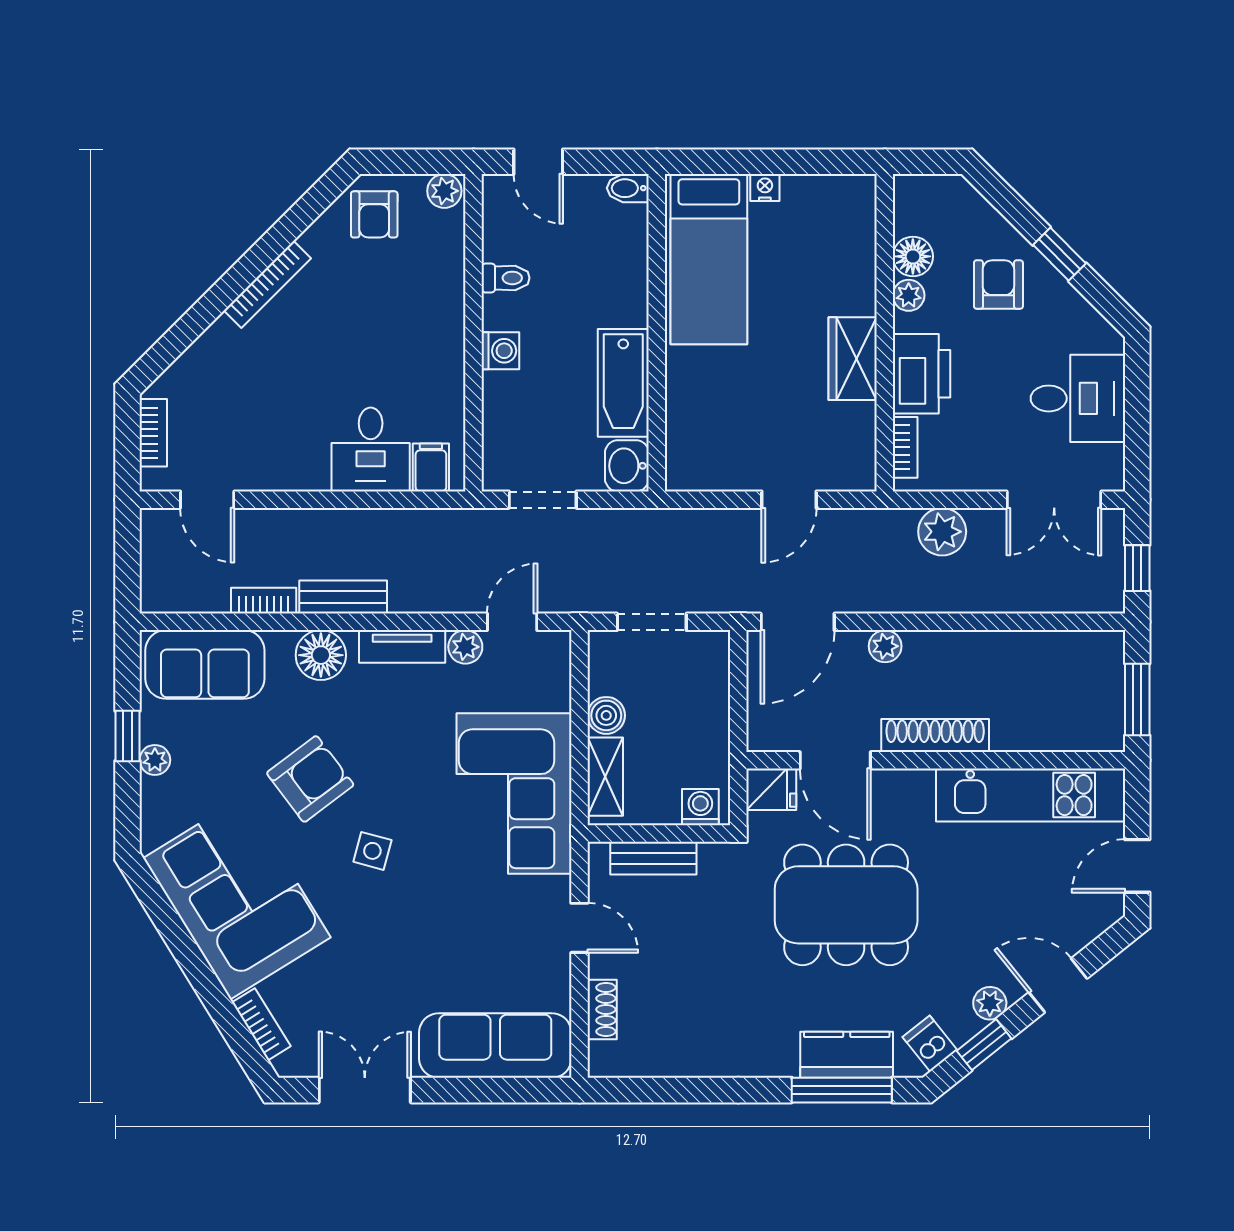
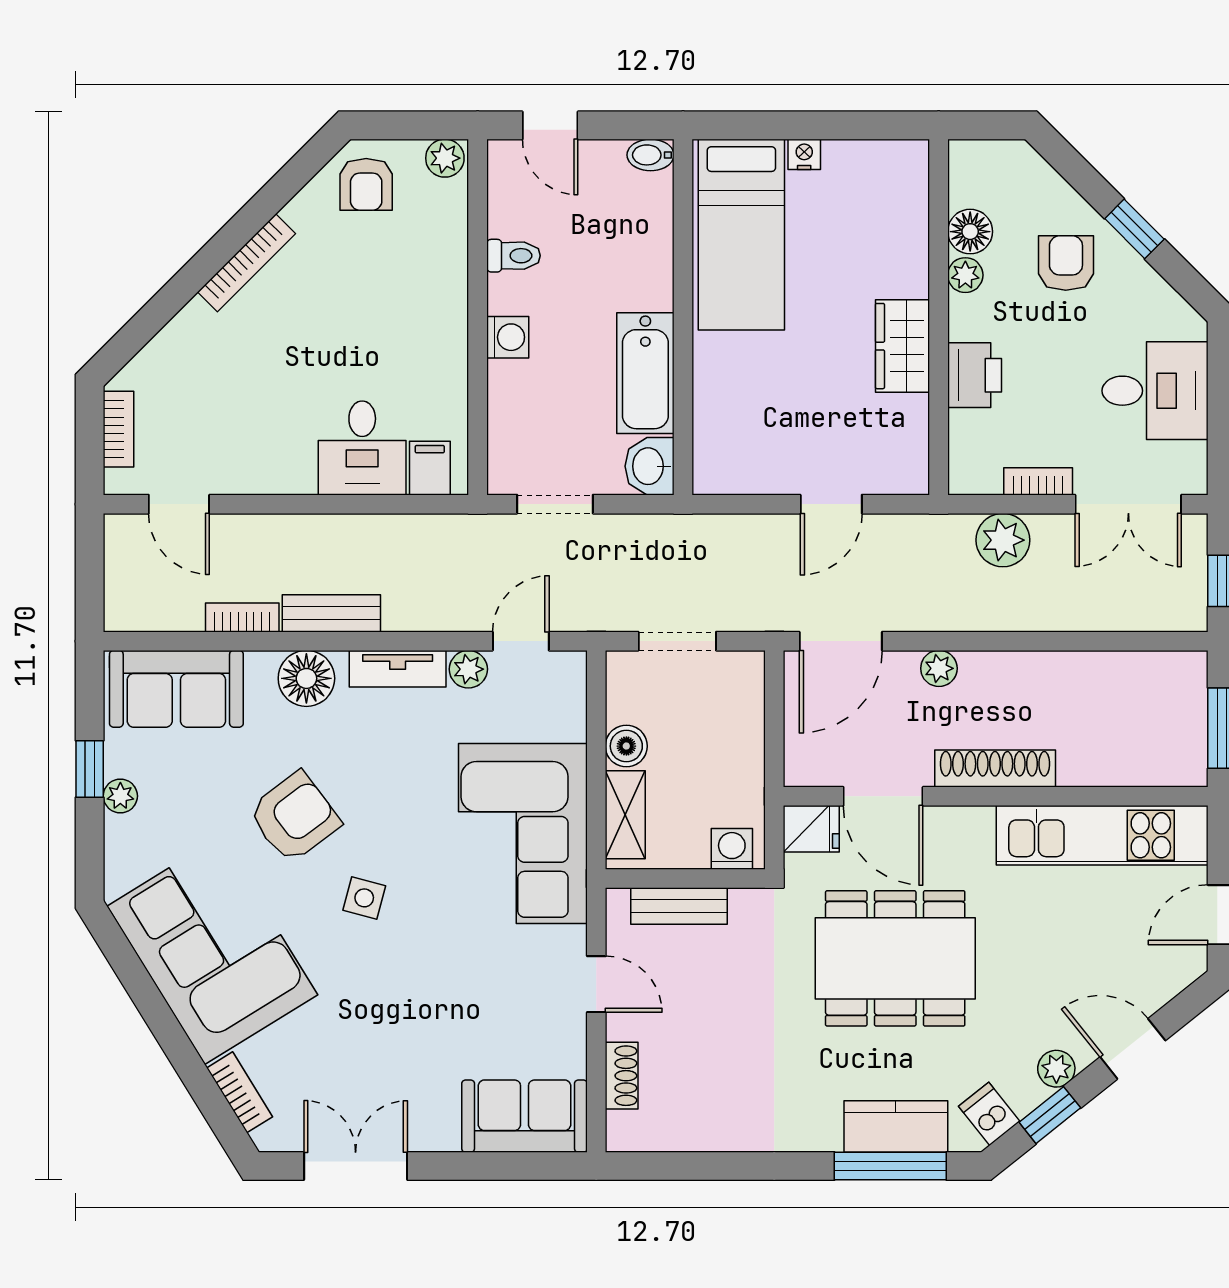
printer: (922, 374) -> (975, 375), width x0.73, depth x0.84
bookcase: (905, 447) -> (1038, 481), moved, turned -90
sofa: (495, 1046) -> (525, 1116), width x0.73

